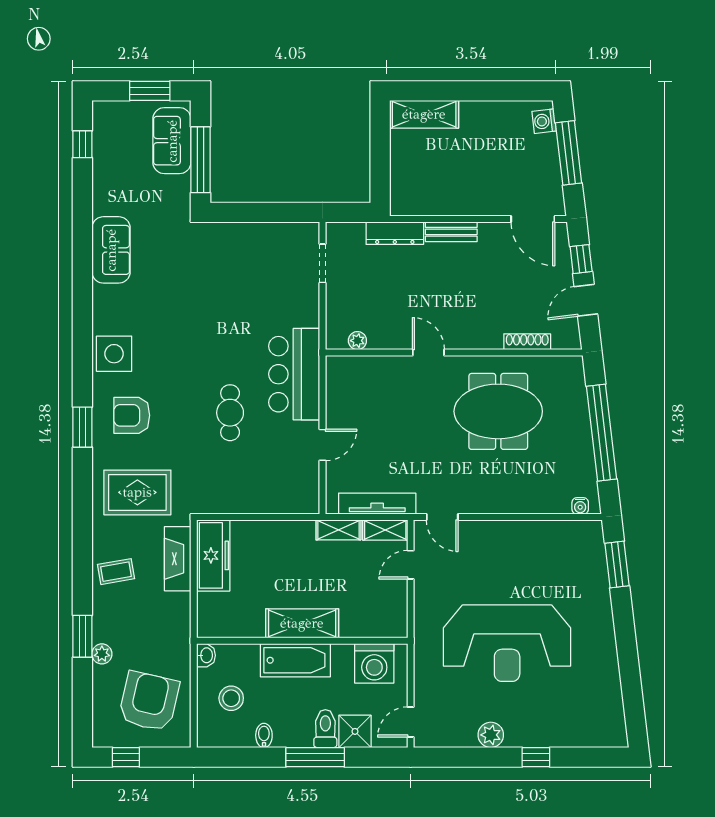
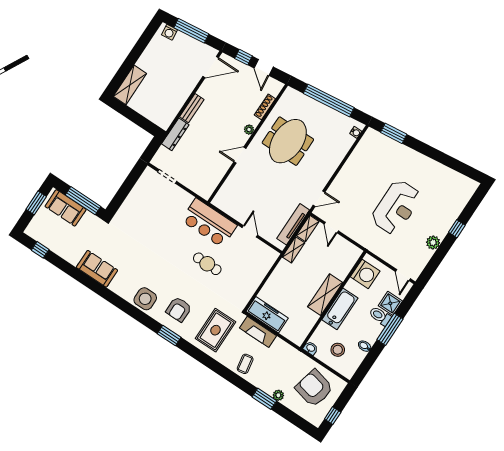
plant: (357, 341) -> (249, 130), moved
reception desk: (507, 643) -> (396, 207), width x0.74, depth x0.77

